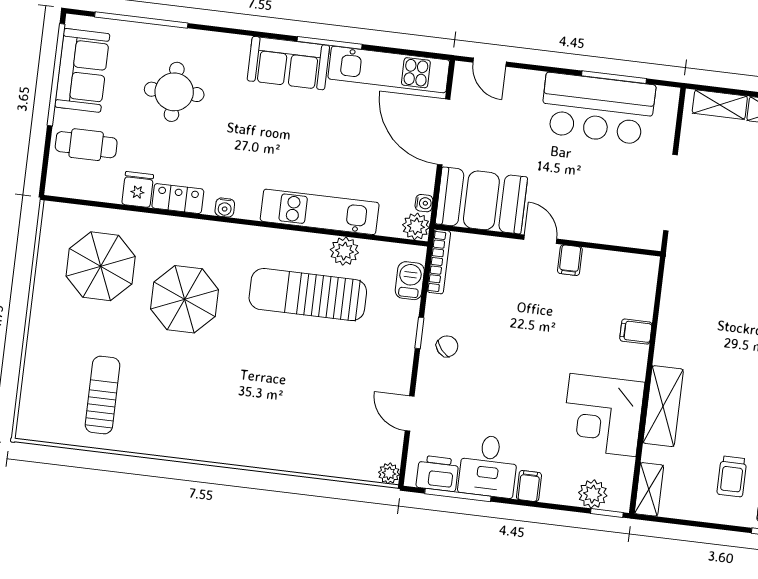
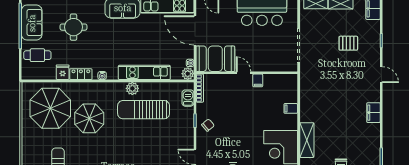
plant: (344, 251) -> (132, 88), moved
parasol: (101, 266) -> (50, 108), width x1.36, depth x1.36

